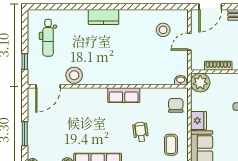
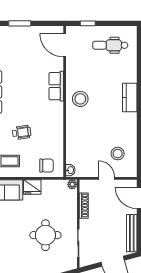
stool: (74, 75) -> (80, 99), moved
plant: (200, 83) -> (72, 184), width x0.53, depth x0.53
row of seats: (124, 95) -> (56, 86), moved

